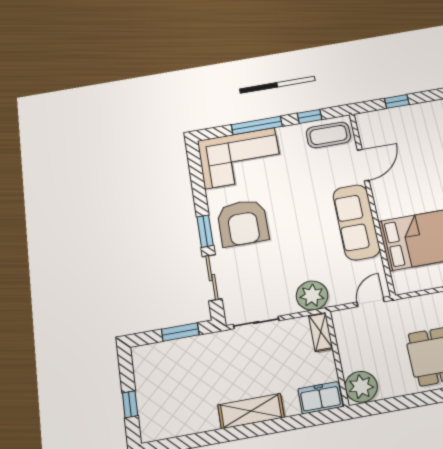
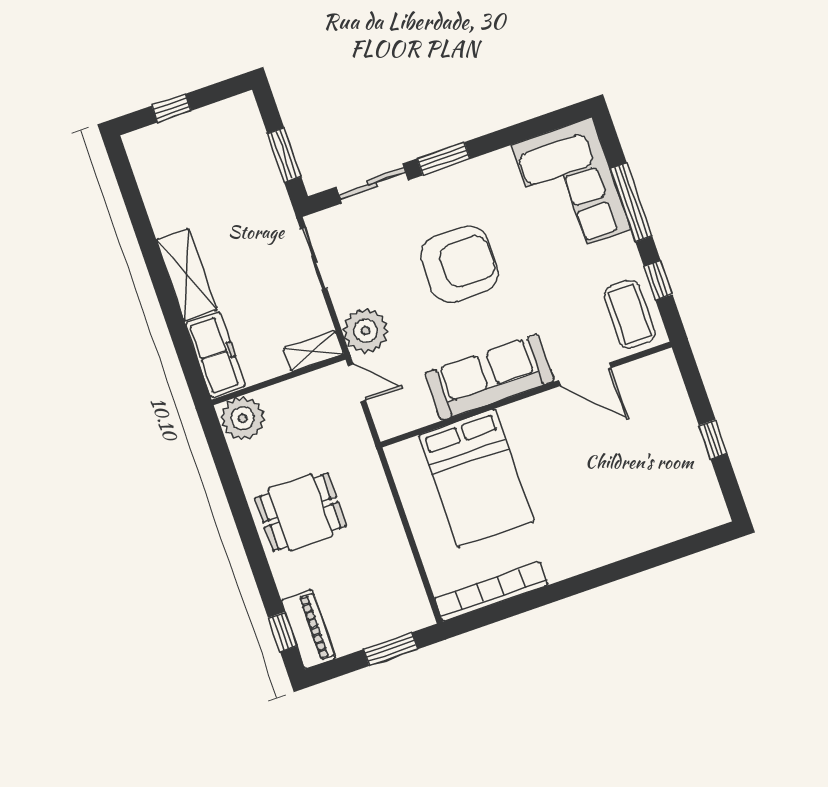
window: (397, 101) -> (713, 439), moved
armchair: (243, 223) -> (459, 264), moved, turned 180
door: (371, 302) -> (357, 383), moved
freezer: (320, 398) -> (215, 355), width x1.40

